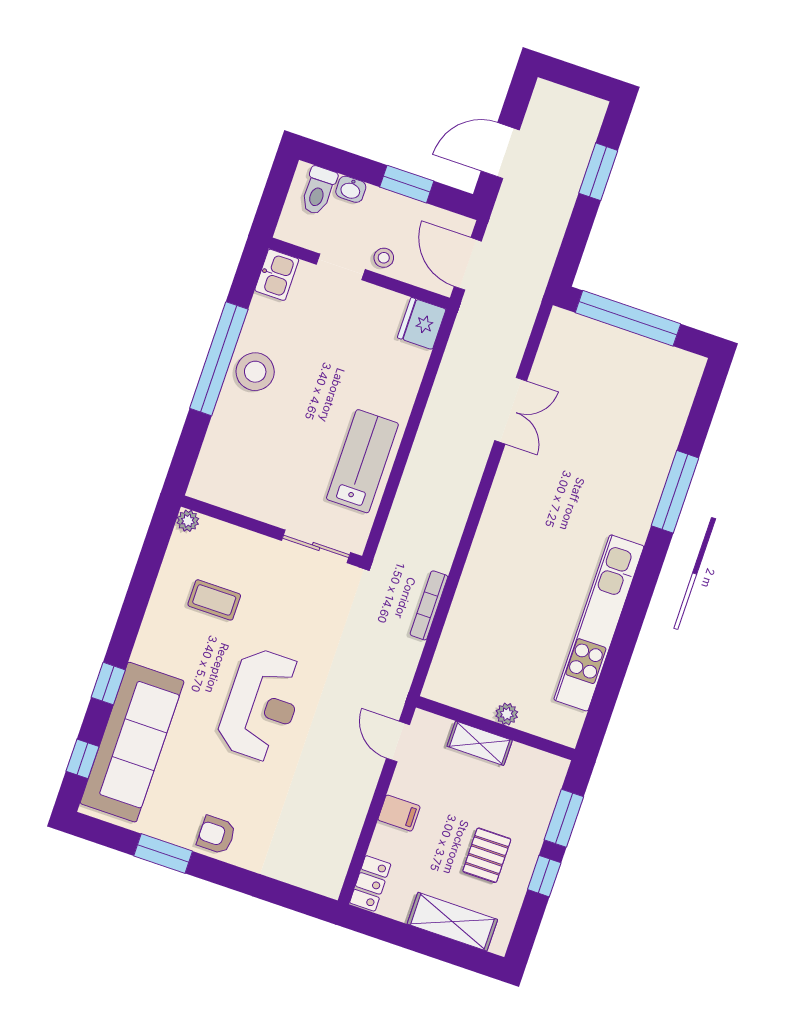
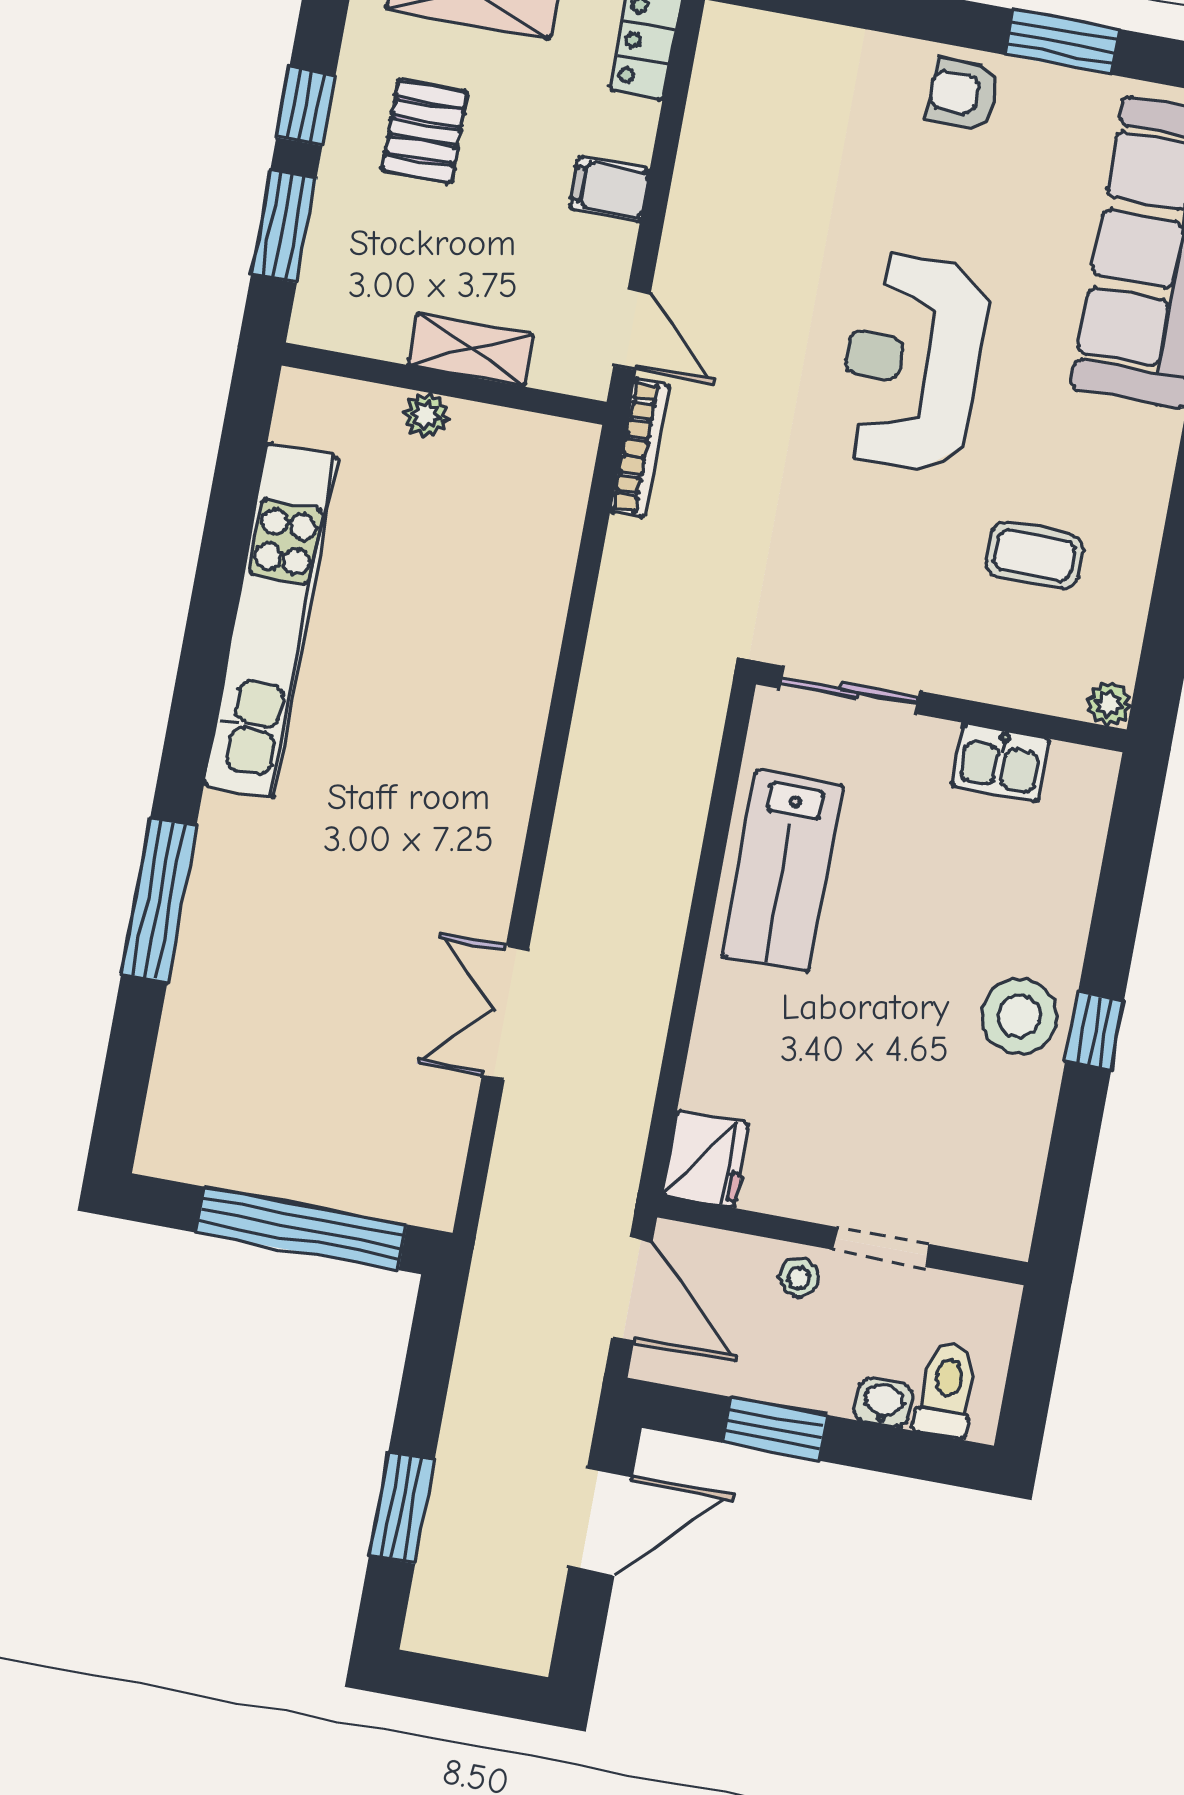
kitchen sink: (277, 275) -> (1000, 762), moved, turned -90
window: (219, 359) -> (1095, 1031), width x0.32
bookcase: (429, 605) -> (640, 448), moved
armchair: (216, 835) -> (963, 94), turned 180

